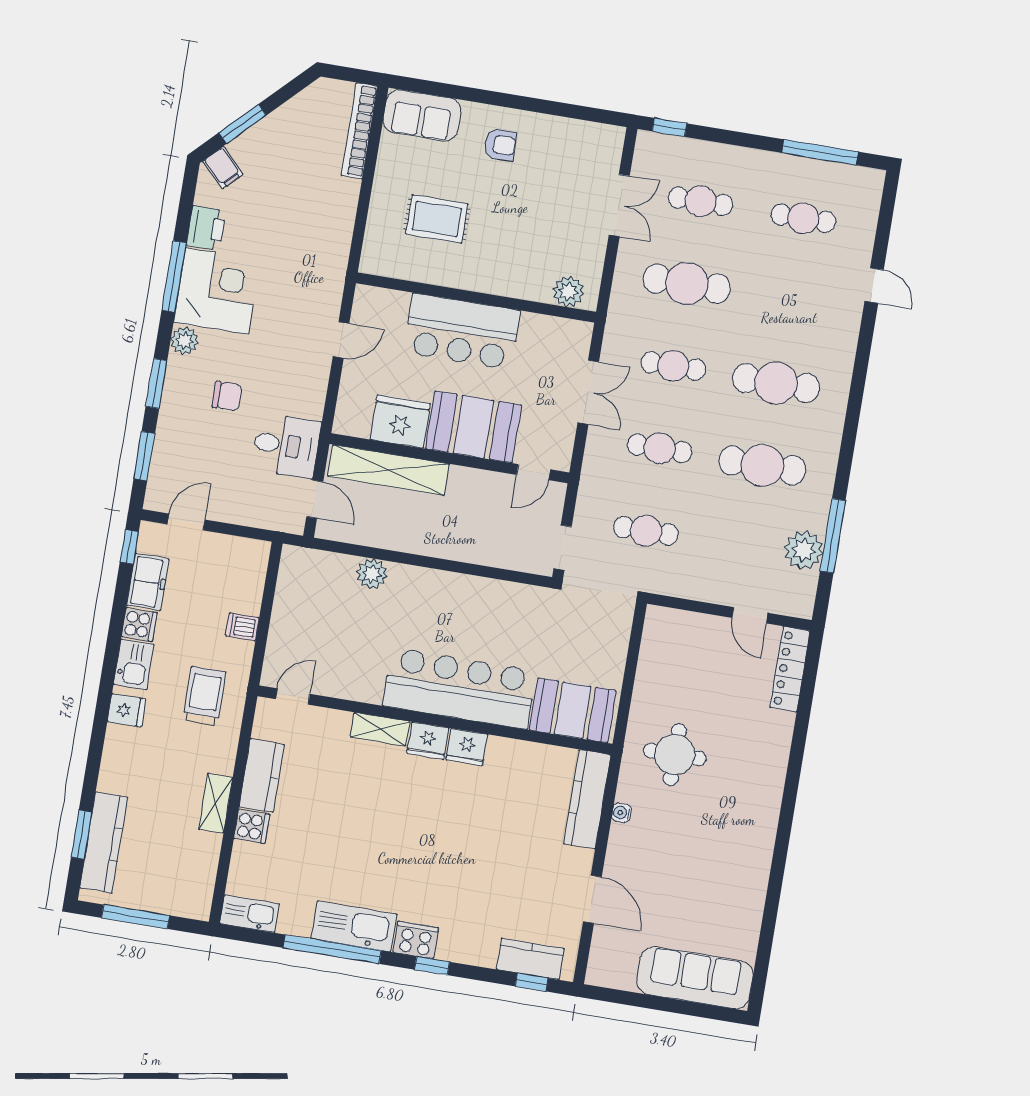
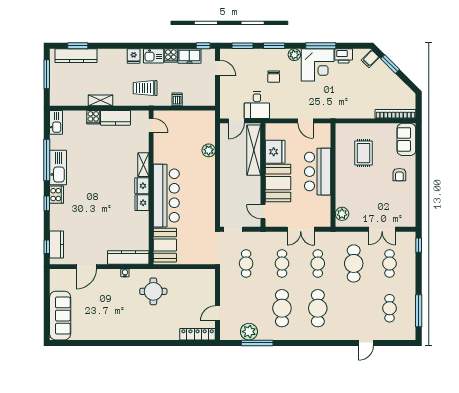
trolley: (204, 696) -> (145, 88), turned 180

